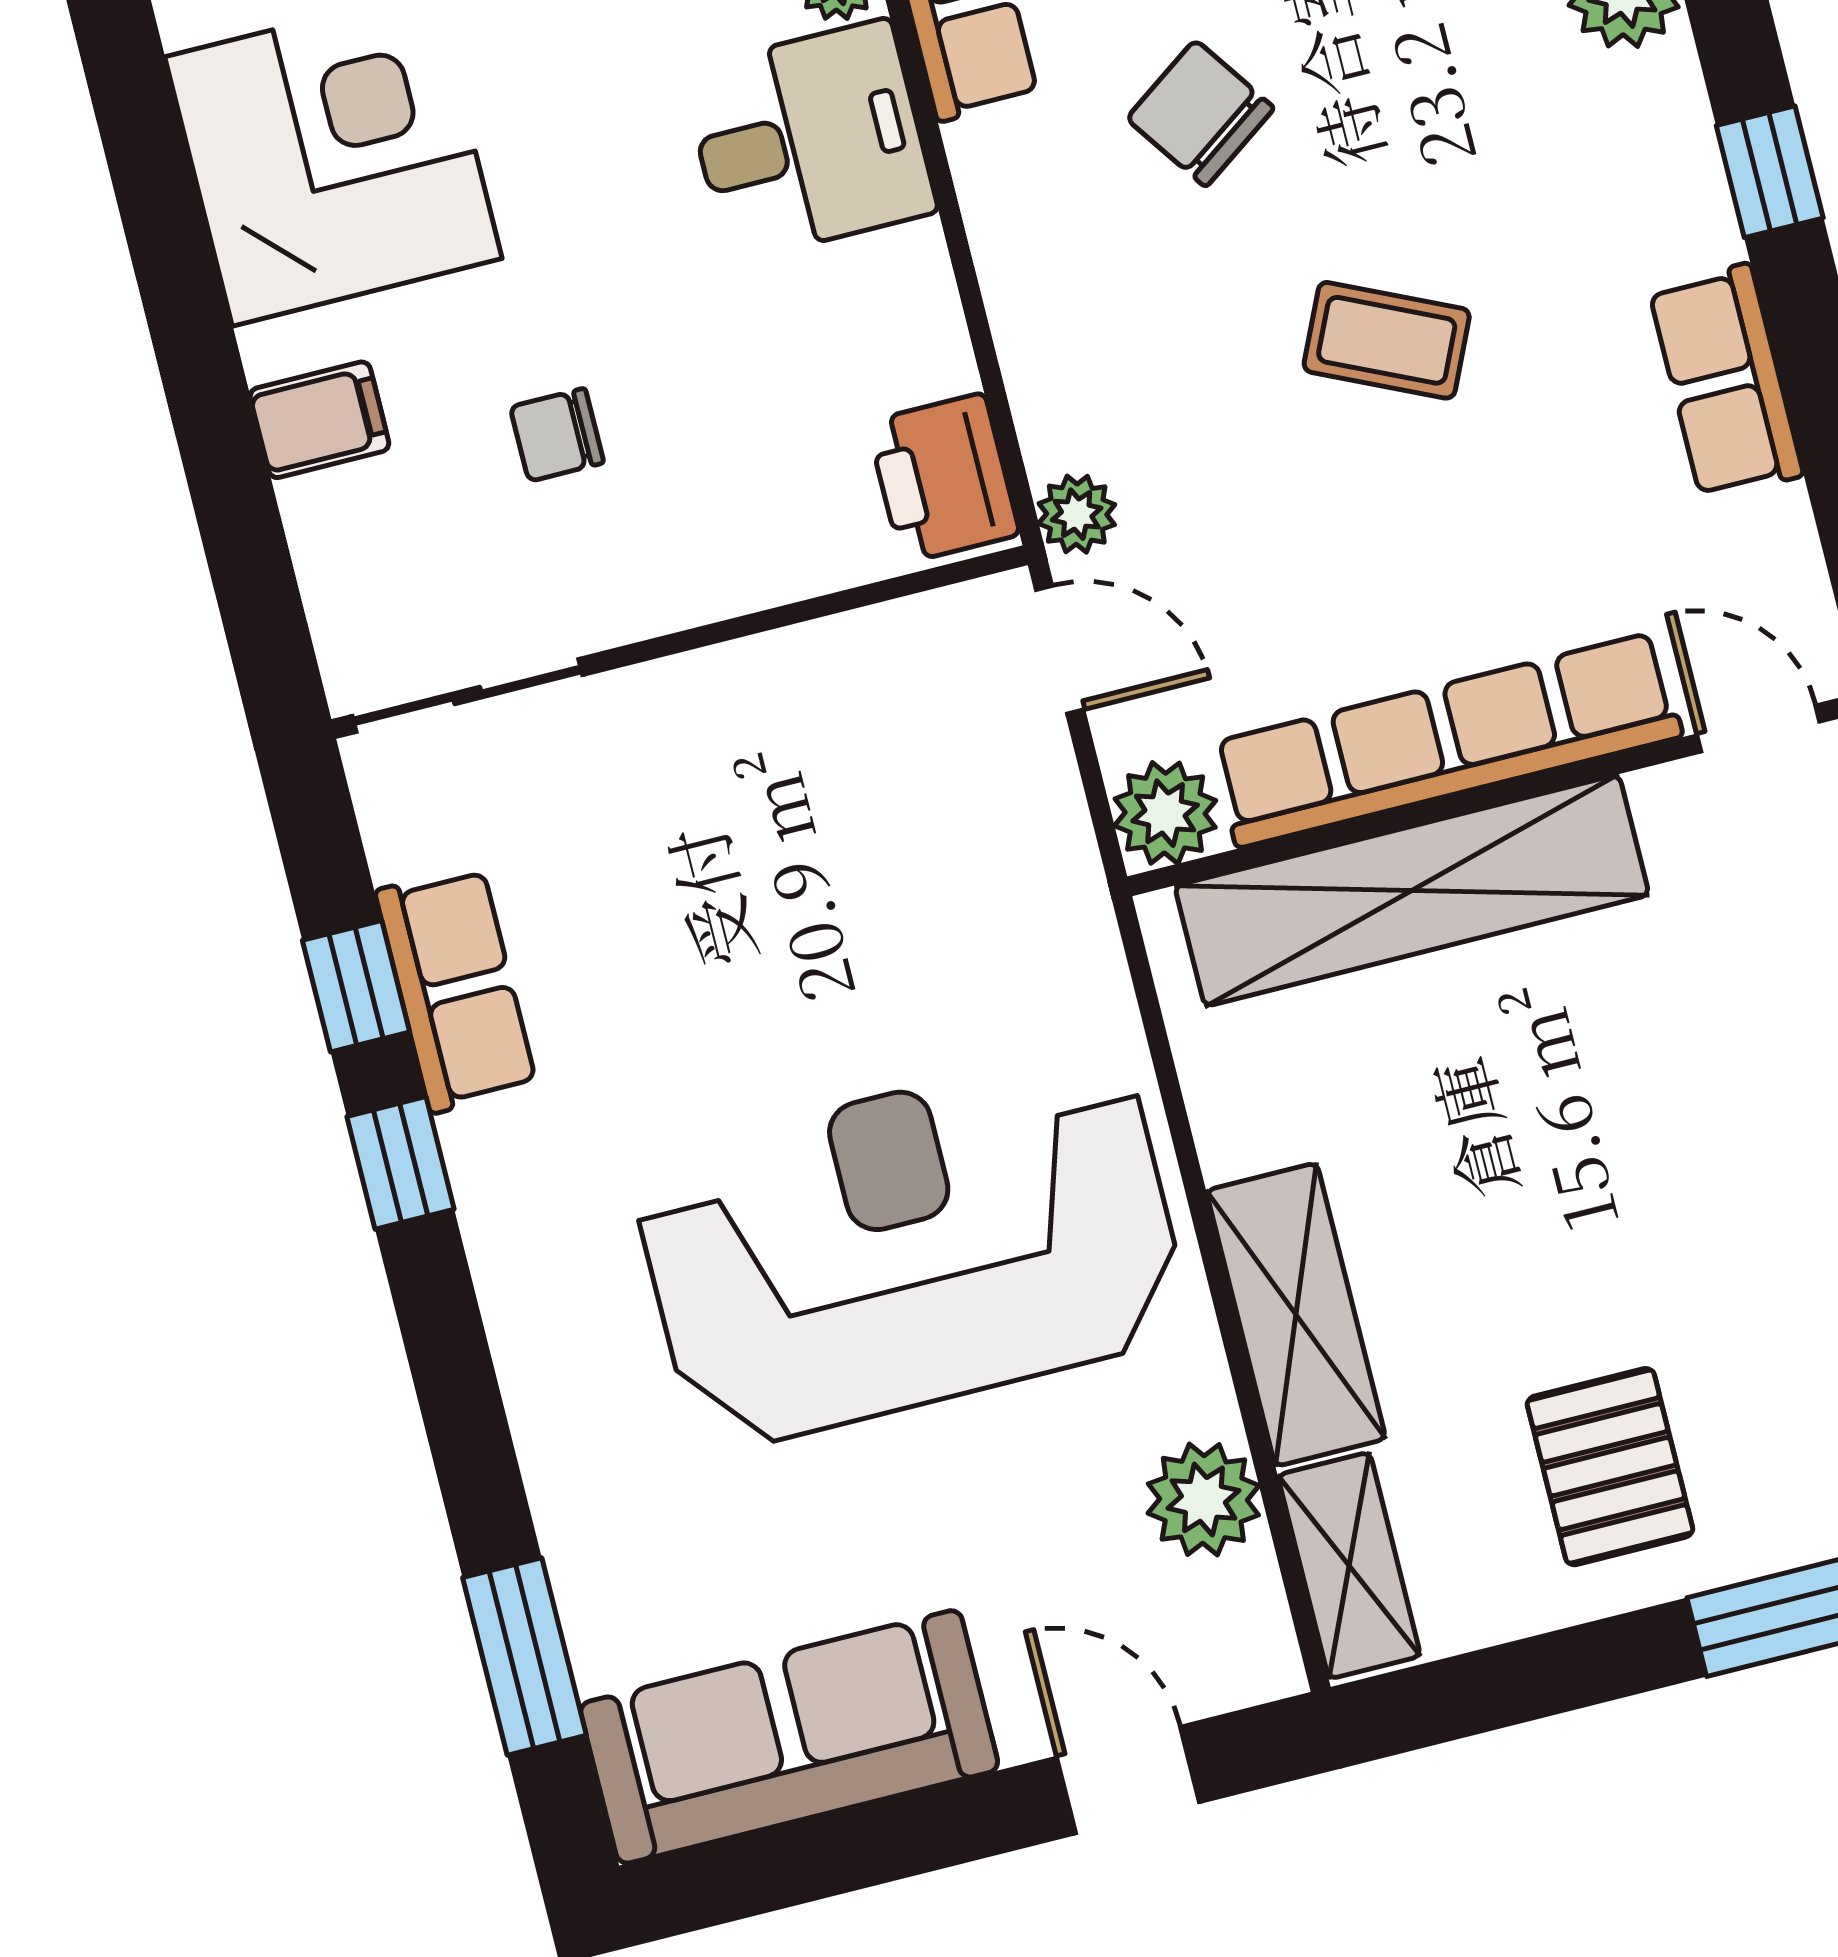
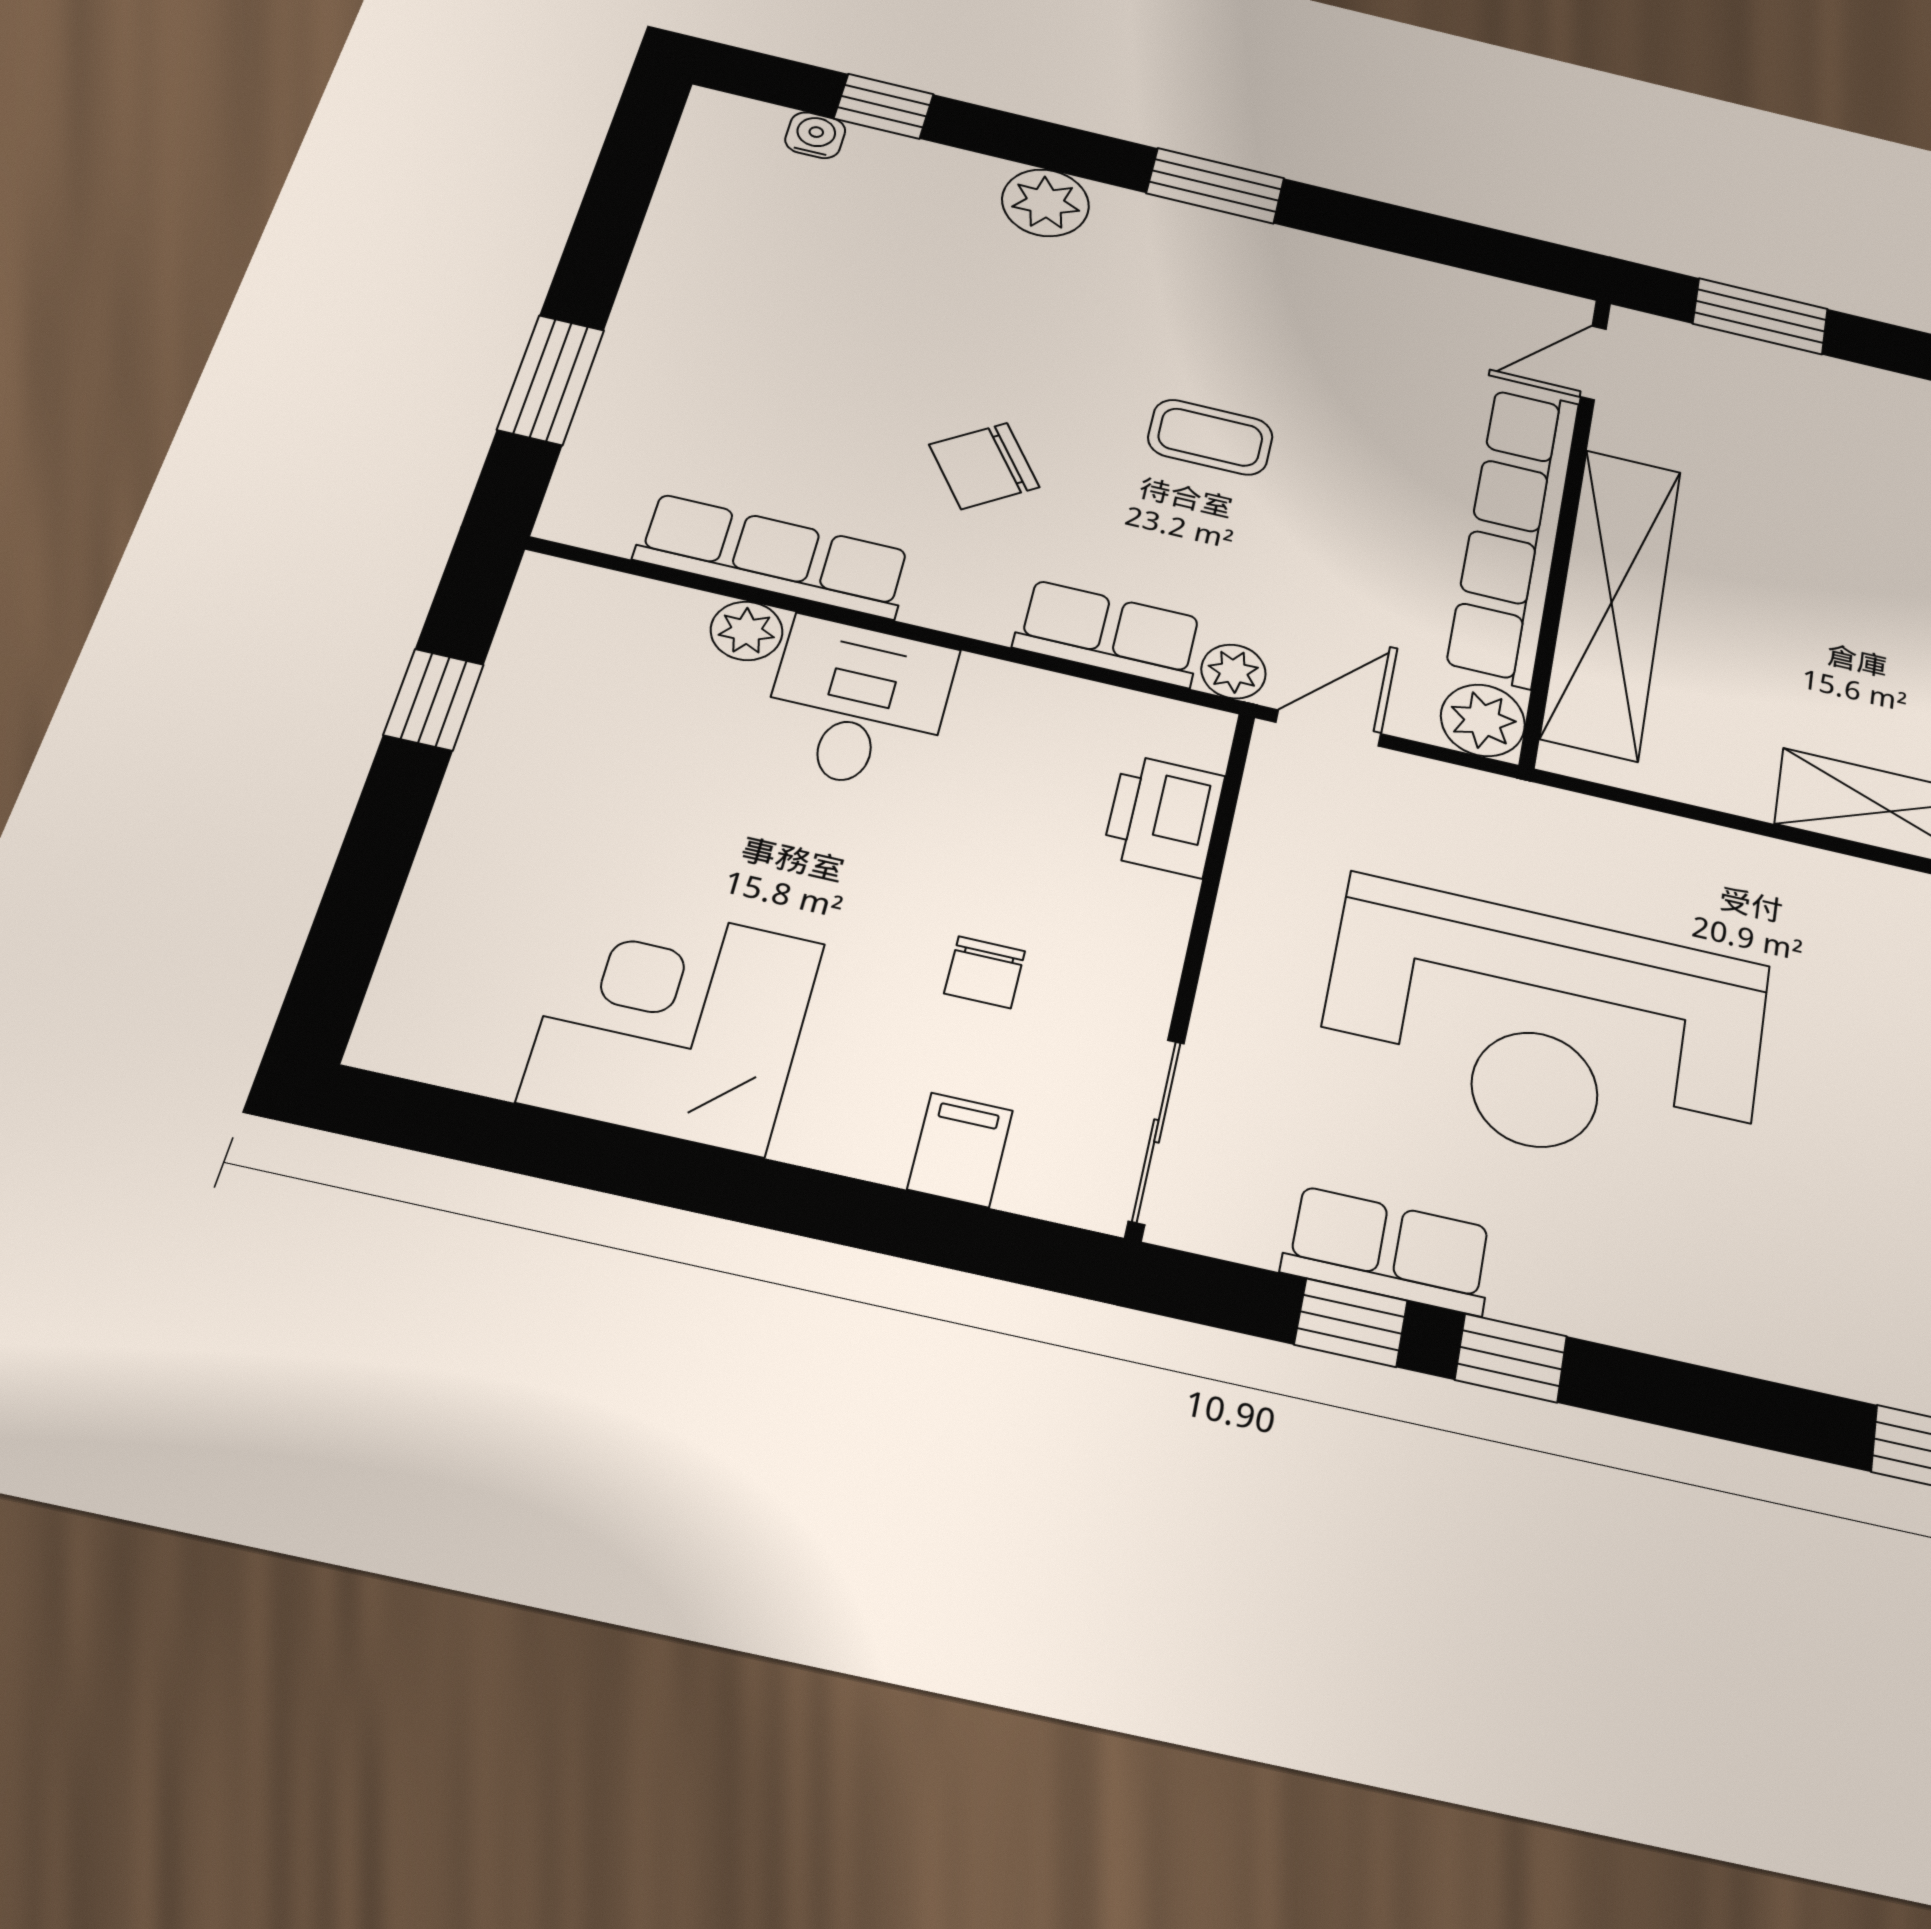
window: (1770, 172) -> (1215, 186), width x1.50
coffee table: (1387, 340) -> (1210, 437), turned 65
row of seats: (1726, 382) -> (1109, 633), moved, turned 180
filing cabinet: (320, 420) -> (960, 1150), moved
printer: (943, 478) -> (1164, 816), moved, turned 90
reception desk: (911, 1248) -> (1544, 1030), moved, turned -90

